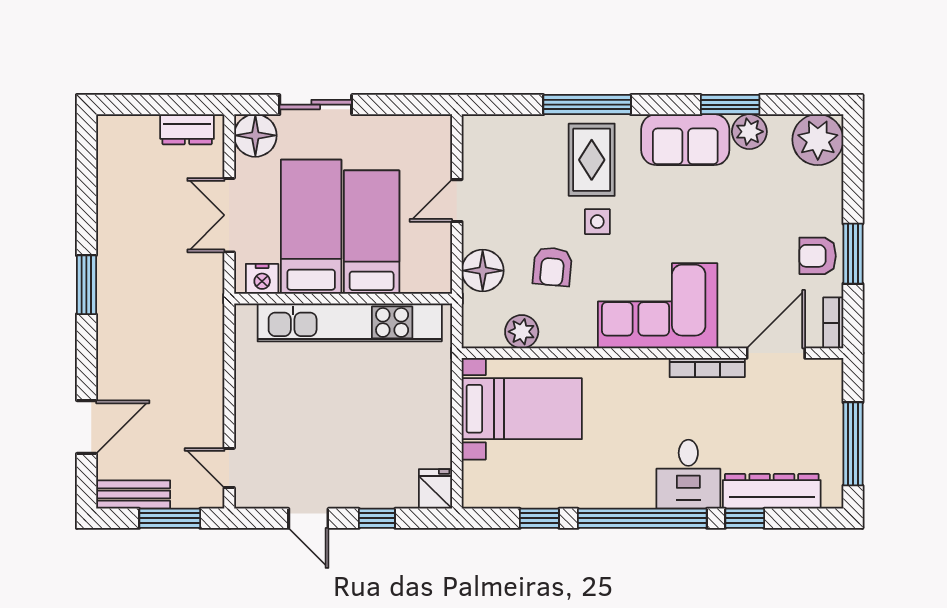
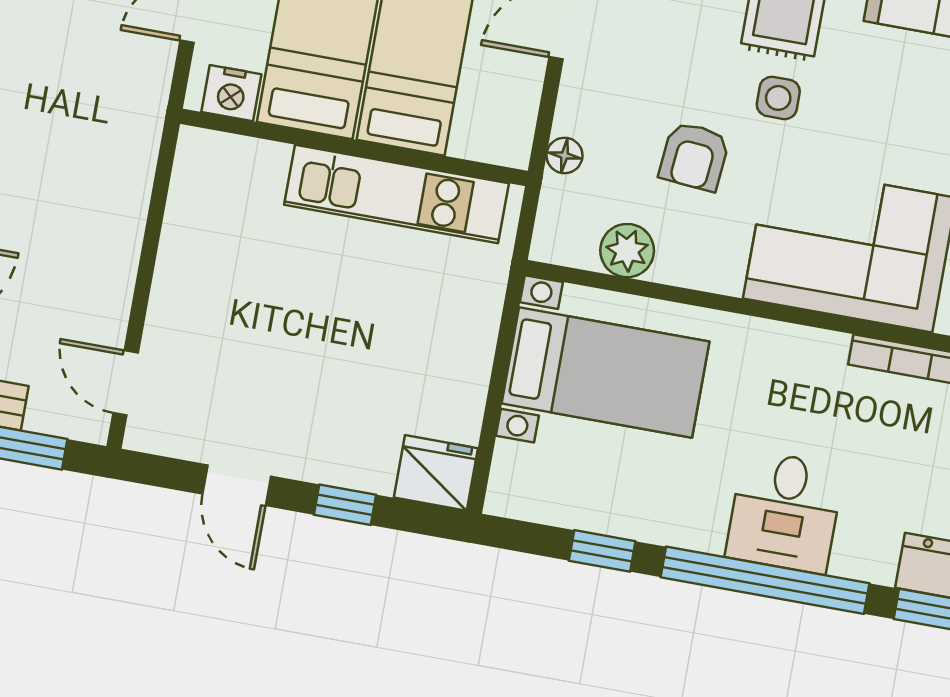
floor lamp: (483, 271) -> (564, 155), width x0.53, depth x0.53
kitchen unit: (350, 322) -> (396, 194), width x0.73
desk: (688, 474) -> (785, 512), moved
fridge: (435, 489) -> (436, 473), width x1.38

